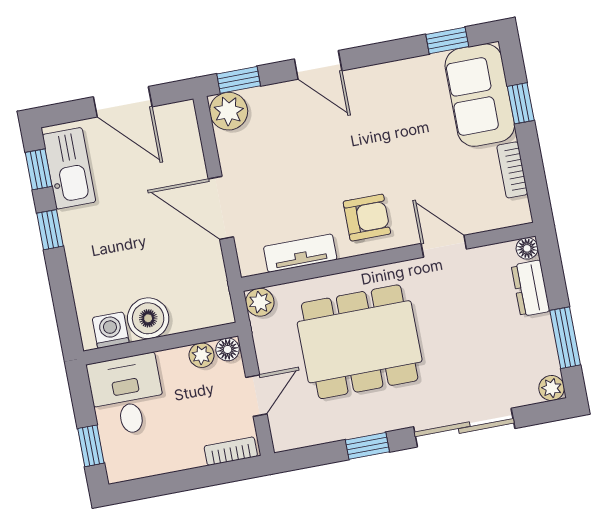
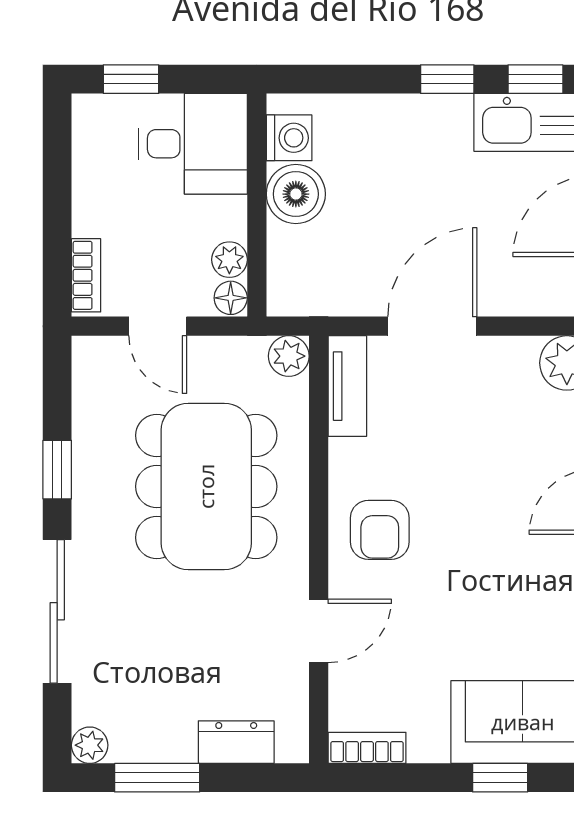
bookcase: (512, 170) -> (367, 748), moved
floor lamp: (527, 248) -> (293, 748), removed
tv unit: (300, 253) -> (347, 386), moved

